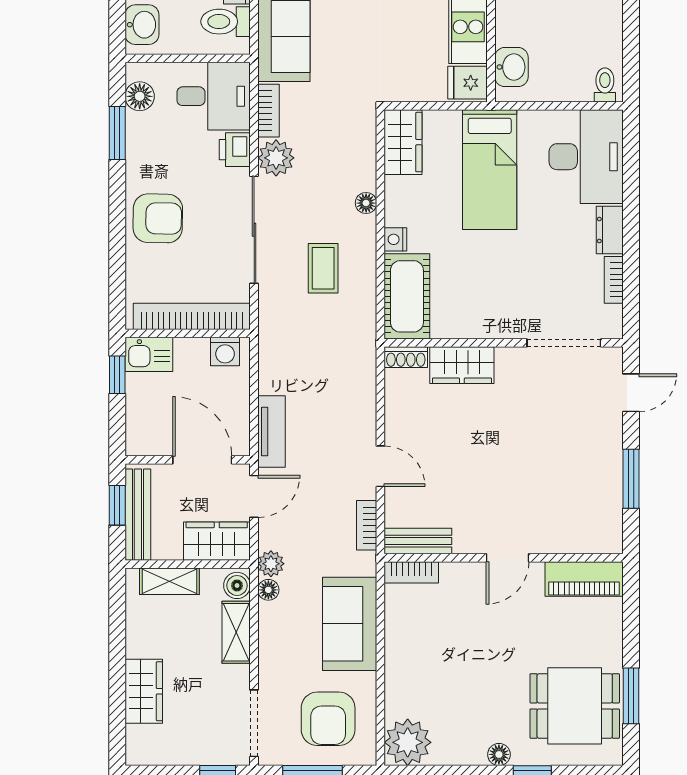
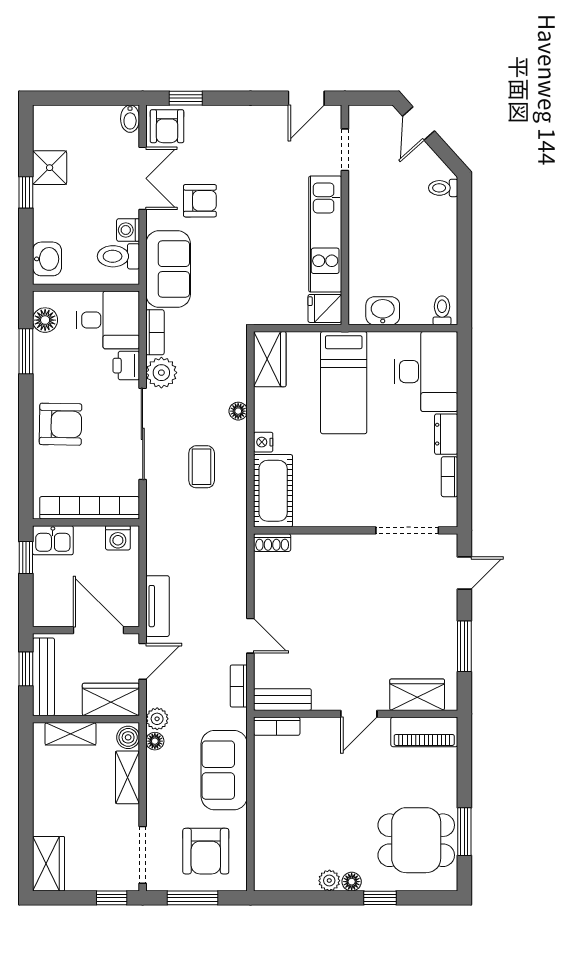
washbasin: (511, 67) -> (383, 311), moved, turned -90
wardrobe: (462, 365) -> (417, 695), moved, turned 180
wardrobe: (144, 691) -> (49, 864), moved
plant: (408, 742) -> (329, 881), moved, width x0.53, depth x0.53

